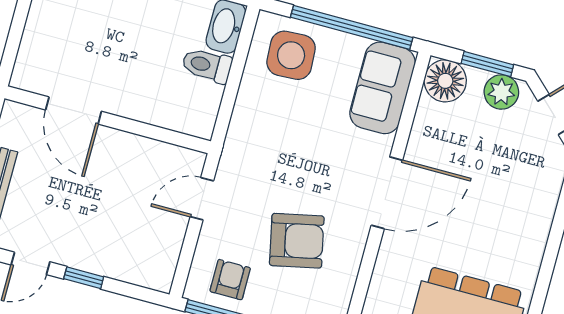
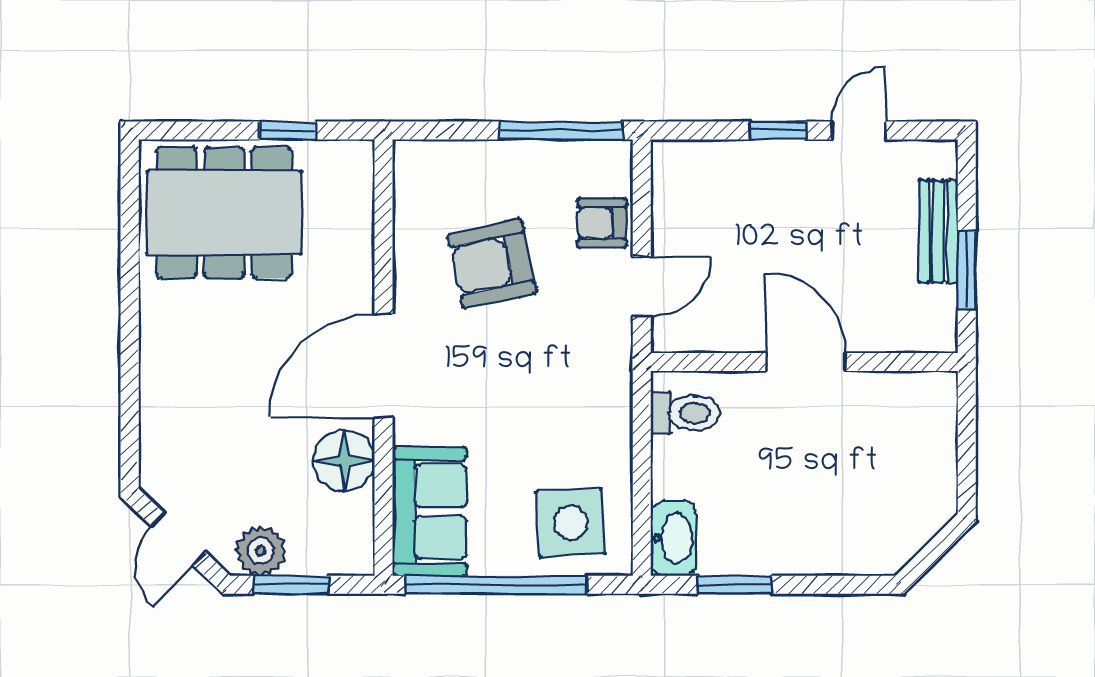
toilet: (207, 65) -> (685, 413), moved
floor lamp: (445, 81) -> (344, 461), moved
door: (74, 111) -> (806, 362), moved
armchair: (230, 280) -> (602, 223), moved, turned 90

